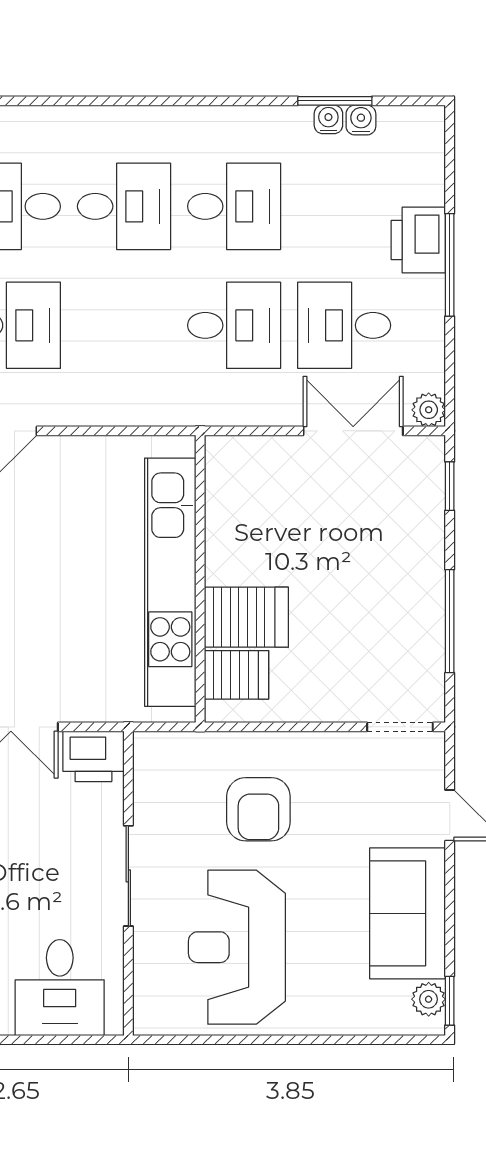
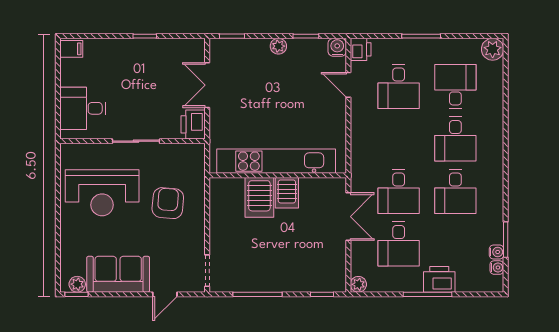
water cooler: (328, 119) -> (497, 268), moved
desk: (344, 325) -> (399, 244), turned 180
double door: (353, 431) -> (348, 217), moved
server rack: (237, 675) -> (287, 193), moved
armchair: (258, 809) -> (168, 203), turned 95
reception desk: (237, 947) -> (102, 193), turned 180

